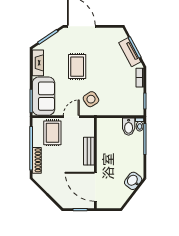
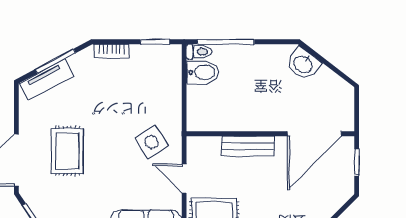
tv unit: (130, 52) -> (47, 79), moved
rug: (77, 67) -> (67, 151), moved, turned 90

